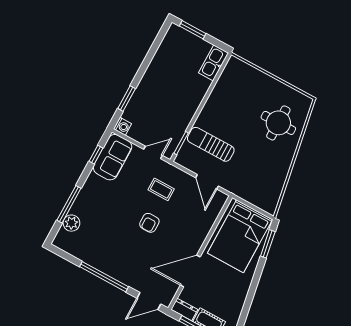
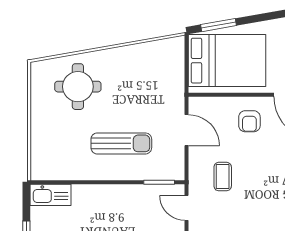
sun lounger: (211, 144) -> (121, 143), moved, turned -90
door: (207, 182) -> (187, 130), hinge flipped
armchair: (149, 223) -> (249, 121), moved, turned 90

